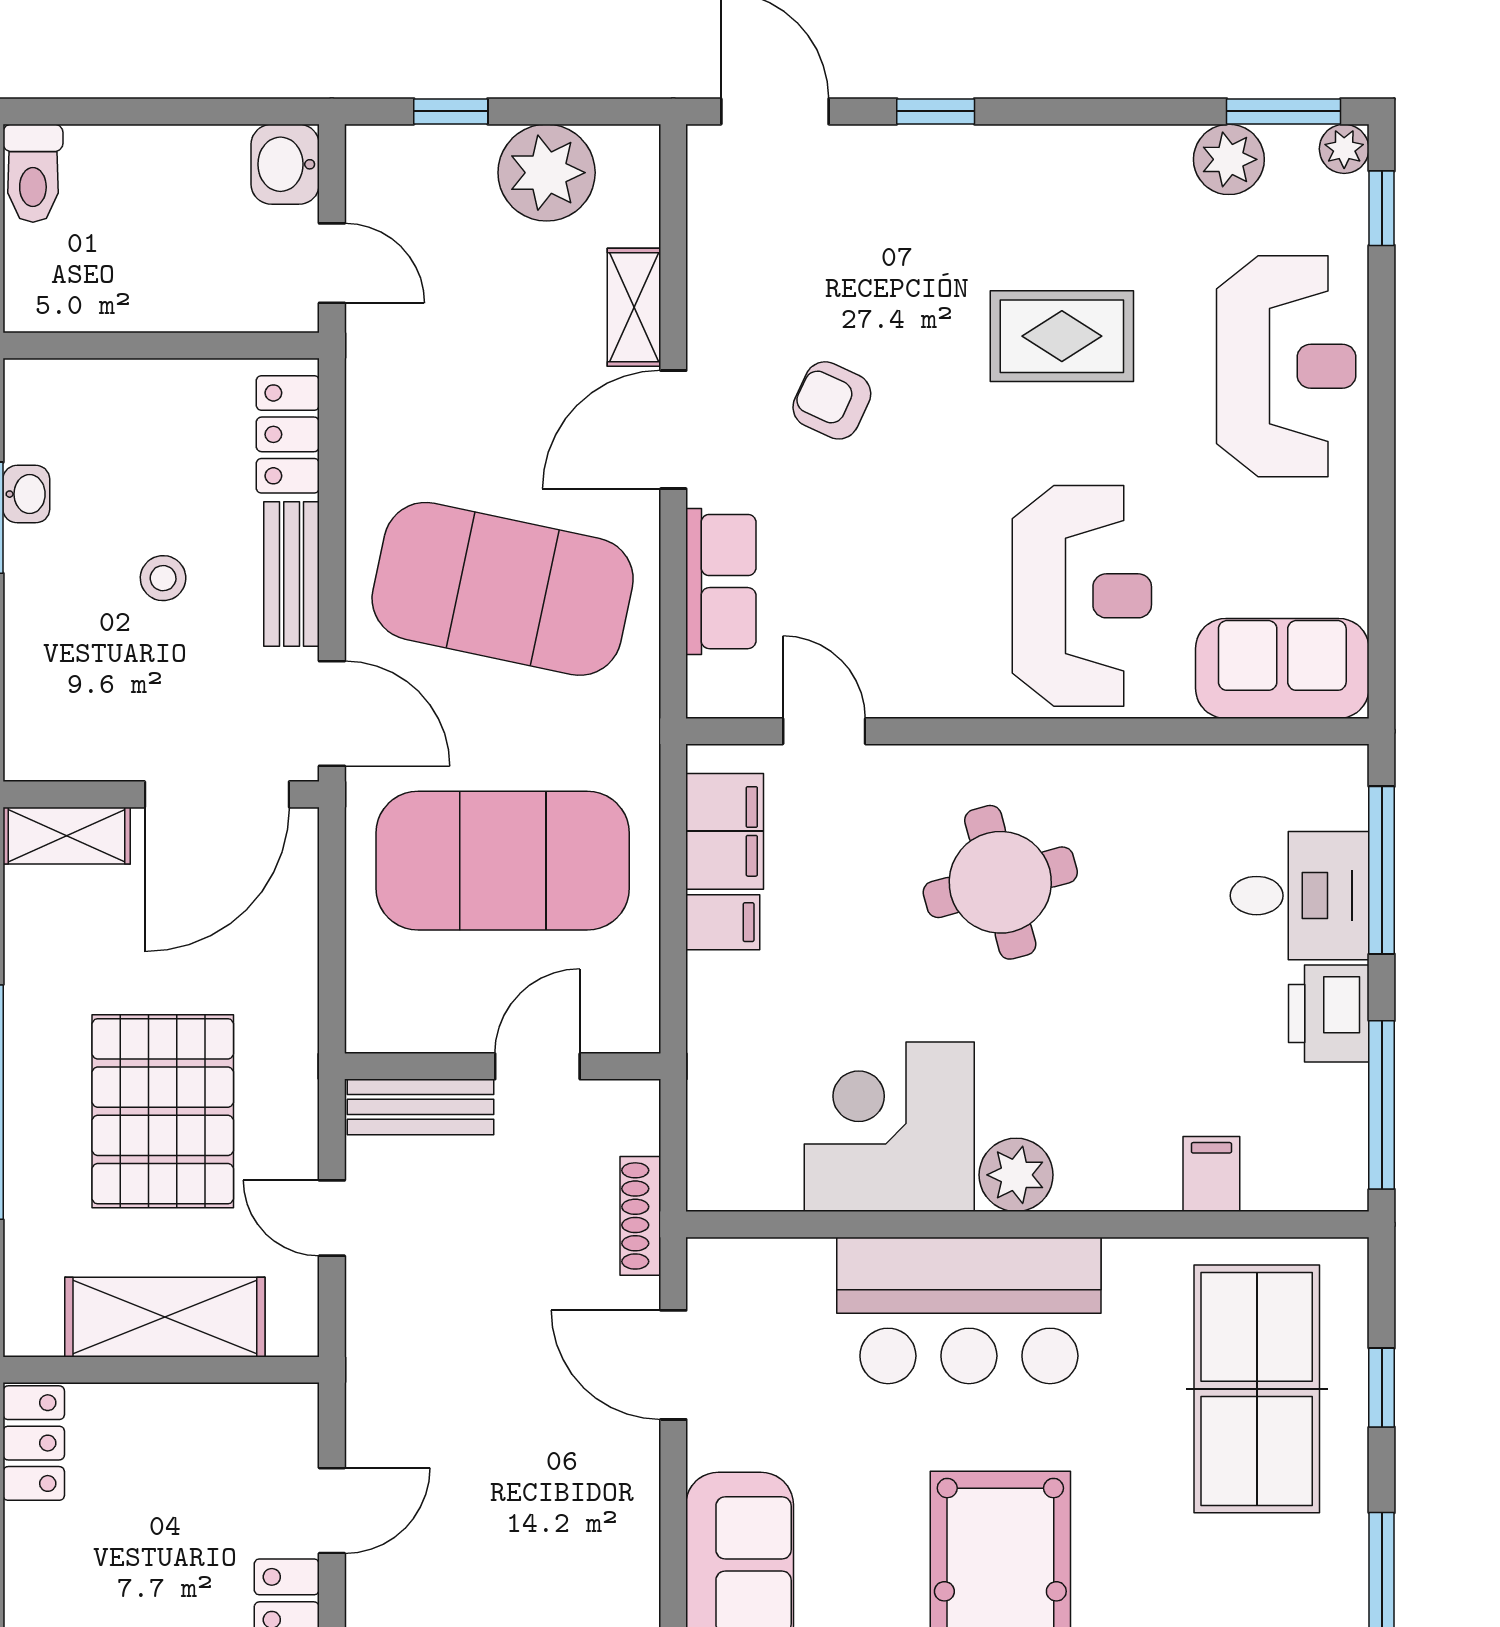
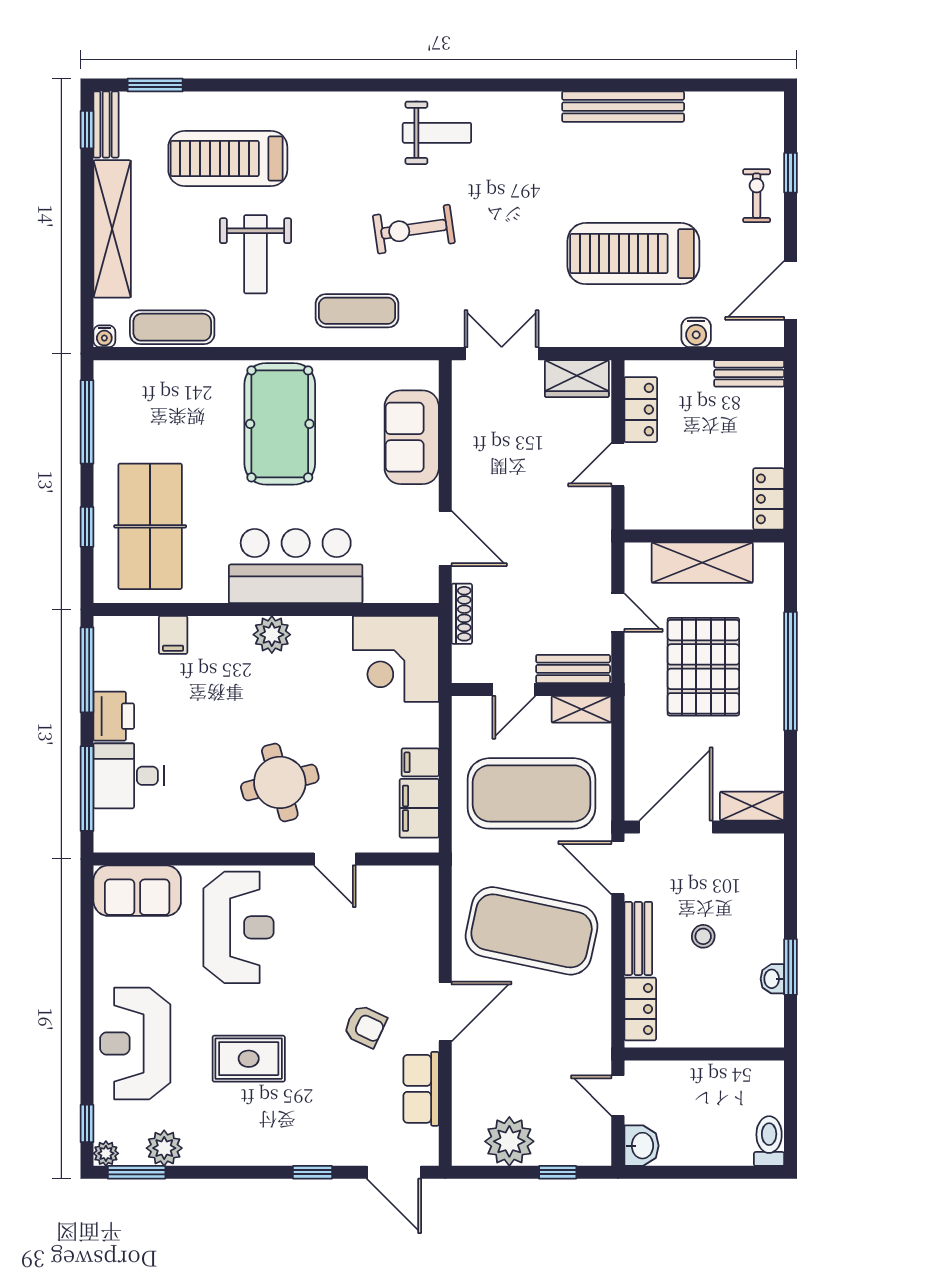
shelving: (634, 307) -> (582, 709), moved, turned 90
row of seats: (721, 582) -> (421, 1089), moved
reception desk: (1082, 596) -> (239, 927), turned 180
door: (824, 731) -> (335, 859), moved
corner desk: (889, 1127) -> (396, 659), moved, turned 90

